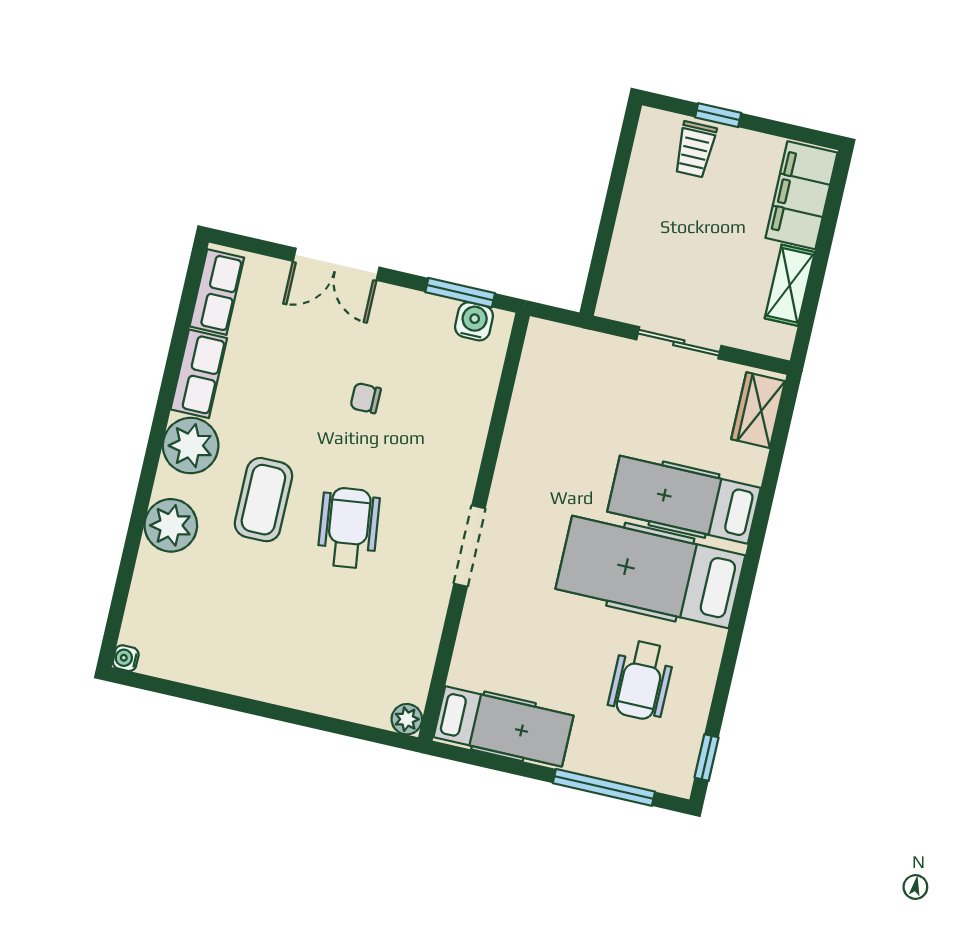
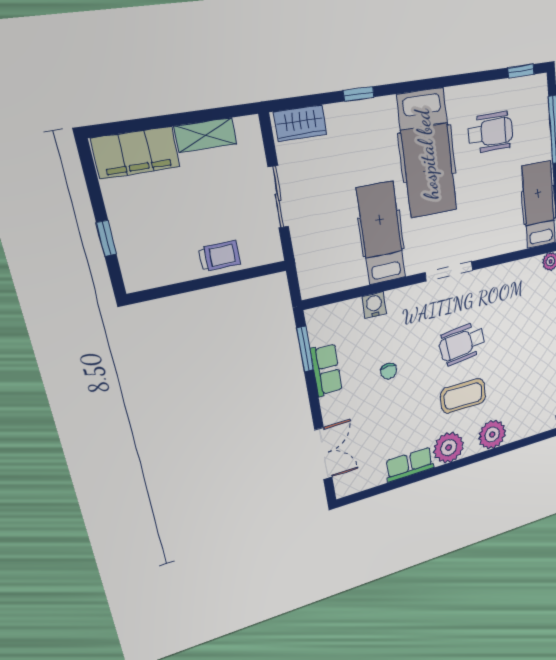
trolley: (695, 149) -> (220, 256), moved
double door: (336, 264) -> (323, 453), moved
row of seats: (217, 292) -> (326, 370), moved, turned 90
water cooler: (474, 321) -> (374, 305), moved, turned 90
hospital bed: (684, 500) -> (381, 234), moved, turned 180
window: (765, 503) -> (359, 94), added

